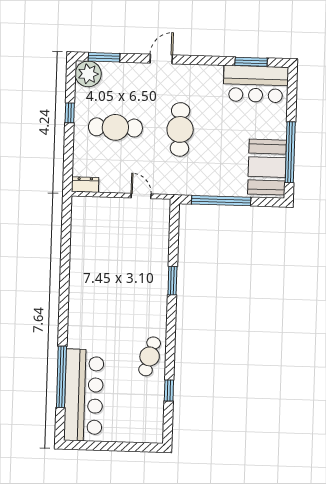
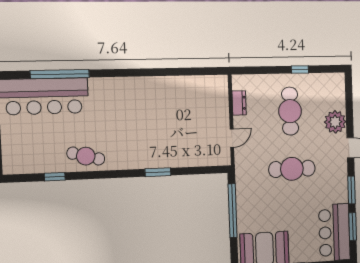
window: (104, 57) -> (352, 190), moved
plant: (88, 74) -> (335, 122), moved
dresser: (85, 185) -> (239, 103), moved

